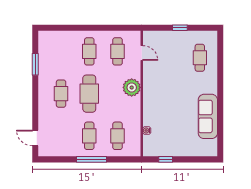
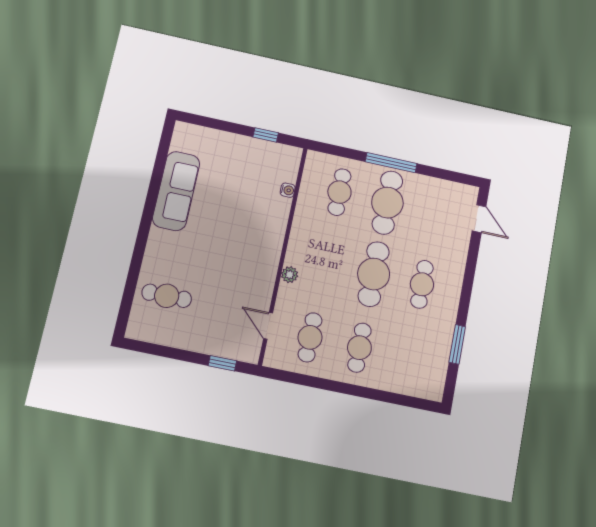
window: (180, 28) -> (222, 363), moved
cafe table: (200, 58) -> (167, 296), turned 90
plant: (132, 87) -> (290, 275), width x0.53, depth x0.53
cafe table: (89, 136) -> (387, 203), width x1.37, depth x1.35

